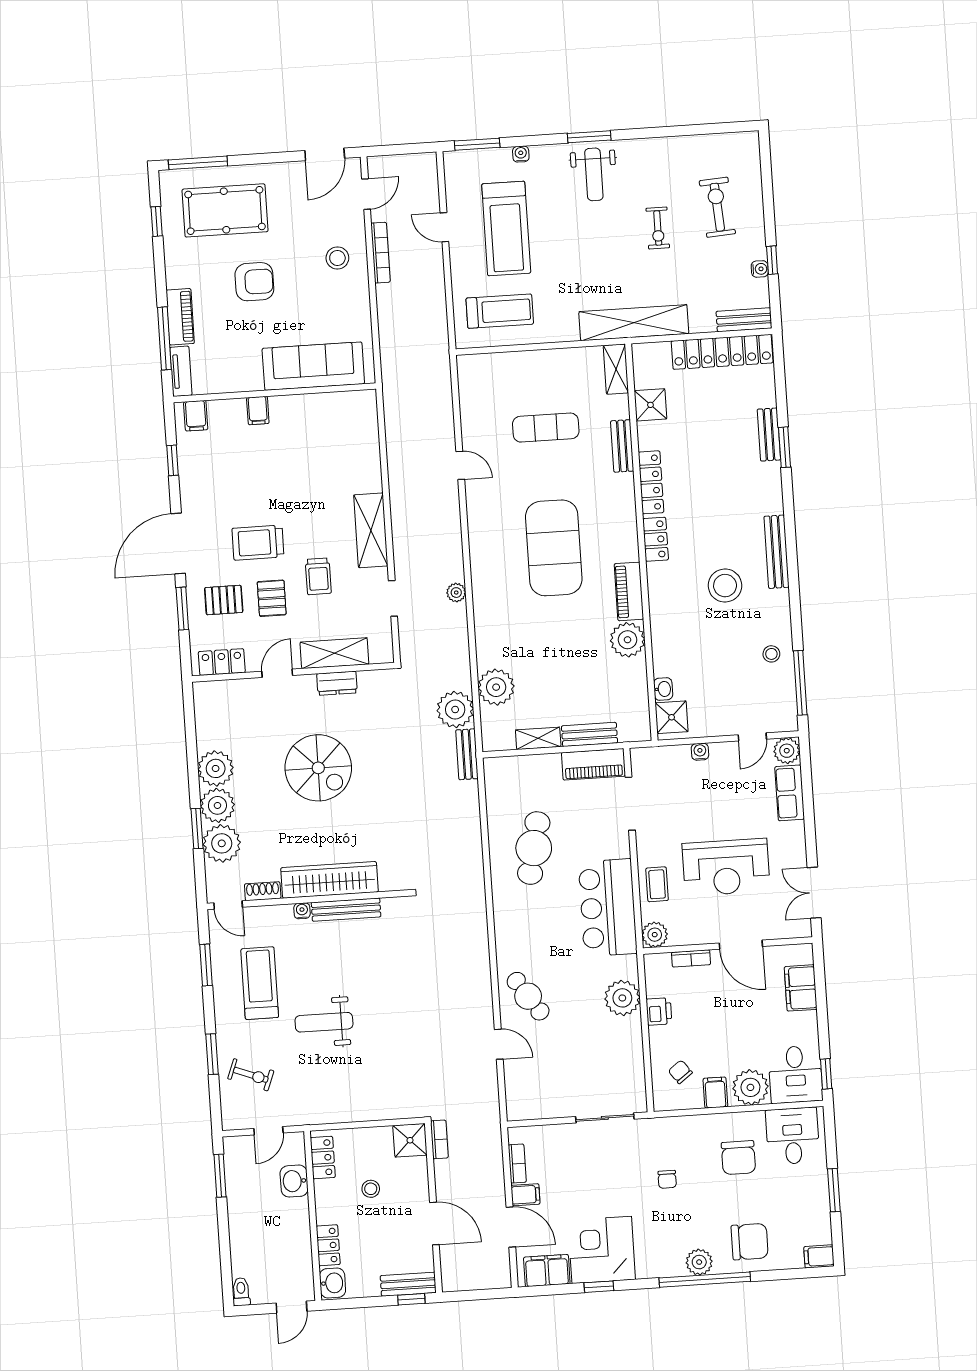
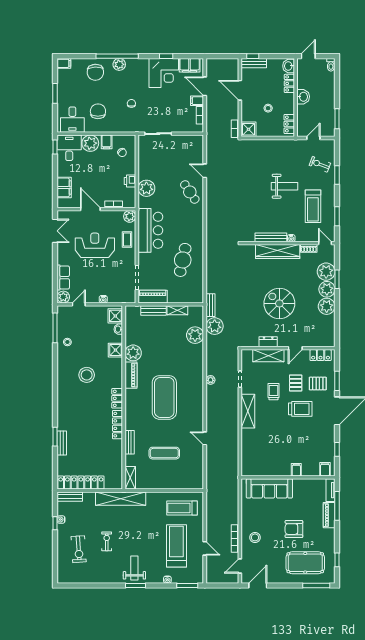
shower: (650, 405) -> (115, 350), moved
bench: (776, 552) -> (62, 389), removed
washbasin: (294, 1181) -> (303, 97), moved
chair: (750, 1242) -> (95, 72), turned -93

